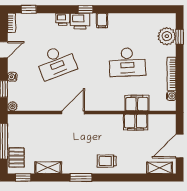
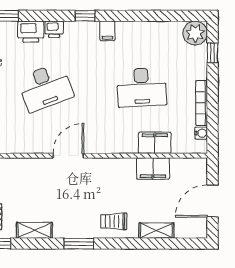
printer: (80, 21) -> (31, 32), moved
plant: (167, 36) -> (195, 33), moved
shelving: (160, 168) -> (156, 231), moved

